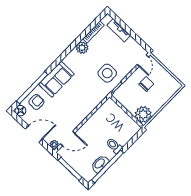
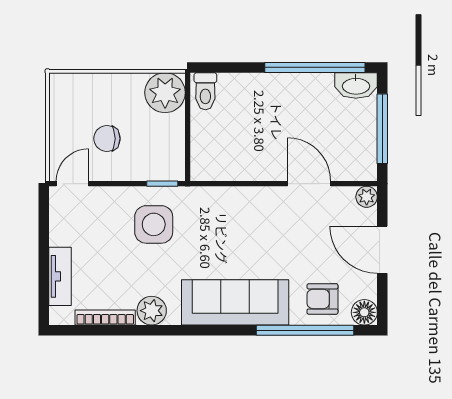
sofa: (56, 79) -> (235, 302), width x1.36
door: (68, 138) -> (309, 184), moved
toilet: (114, 146) -> (205, 91), moved
washbasin: (100, 164) -> (356, 85), moved

